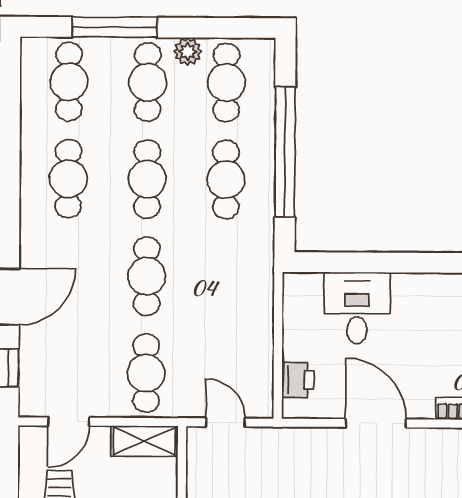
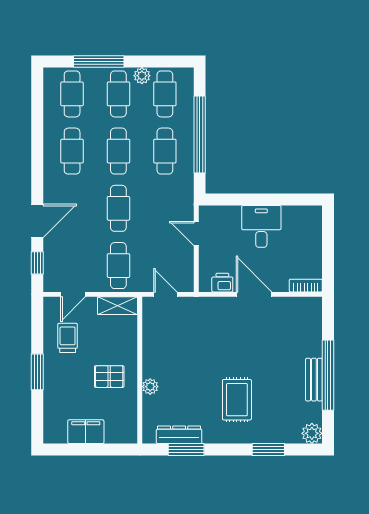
desk: (357, 308) -> (261, 226), moved
door: (278, 319) -> (196, 233), added
printer: (298, 380) -> (222, 283), moved, turned -90

